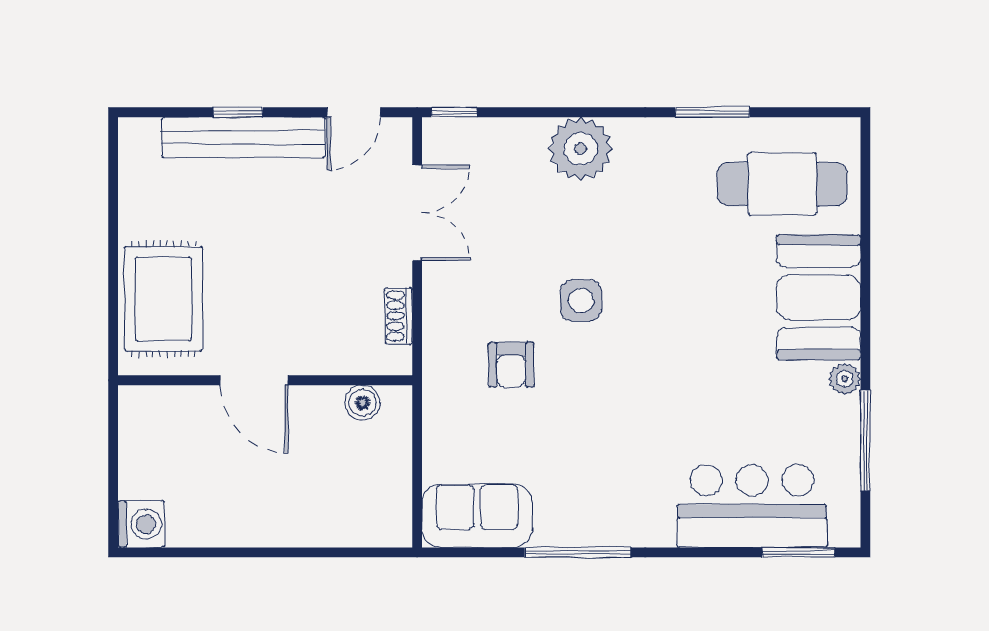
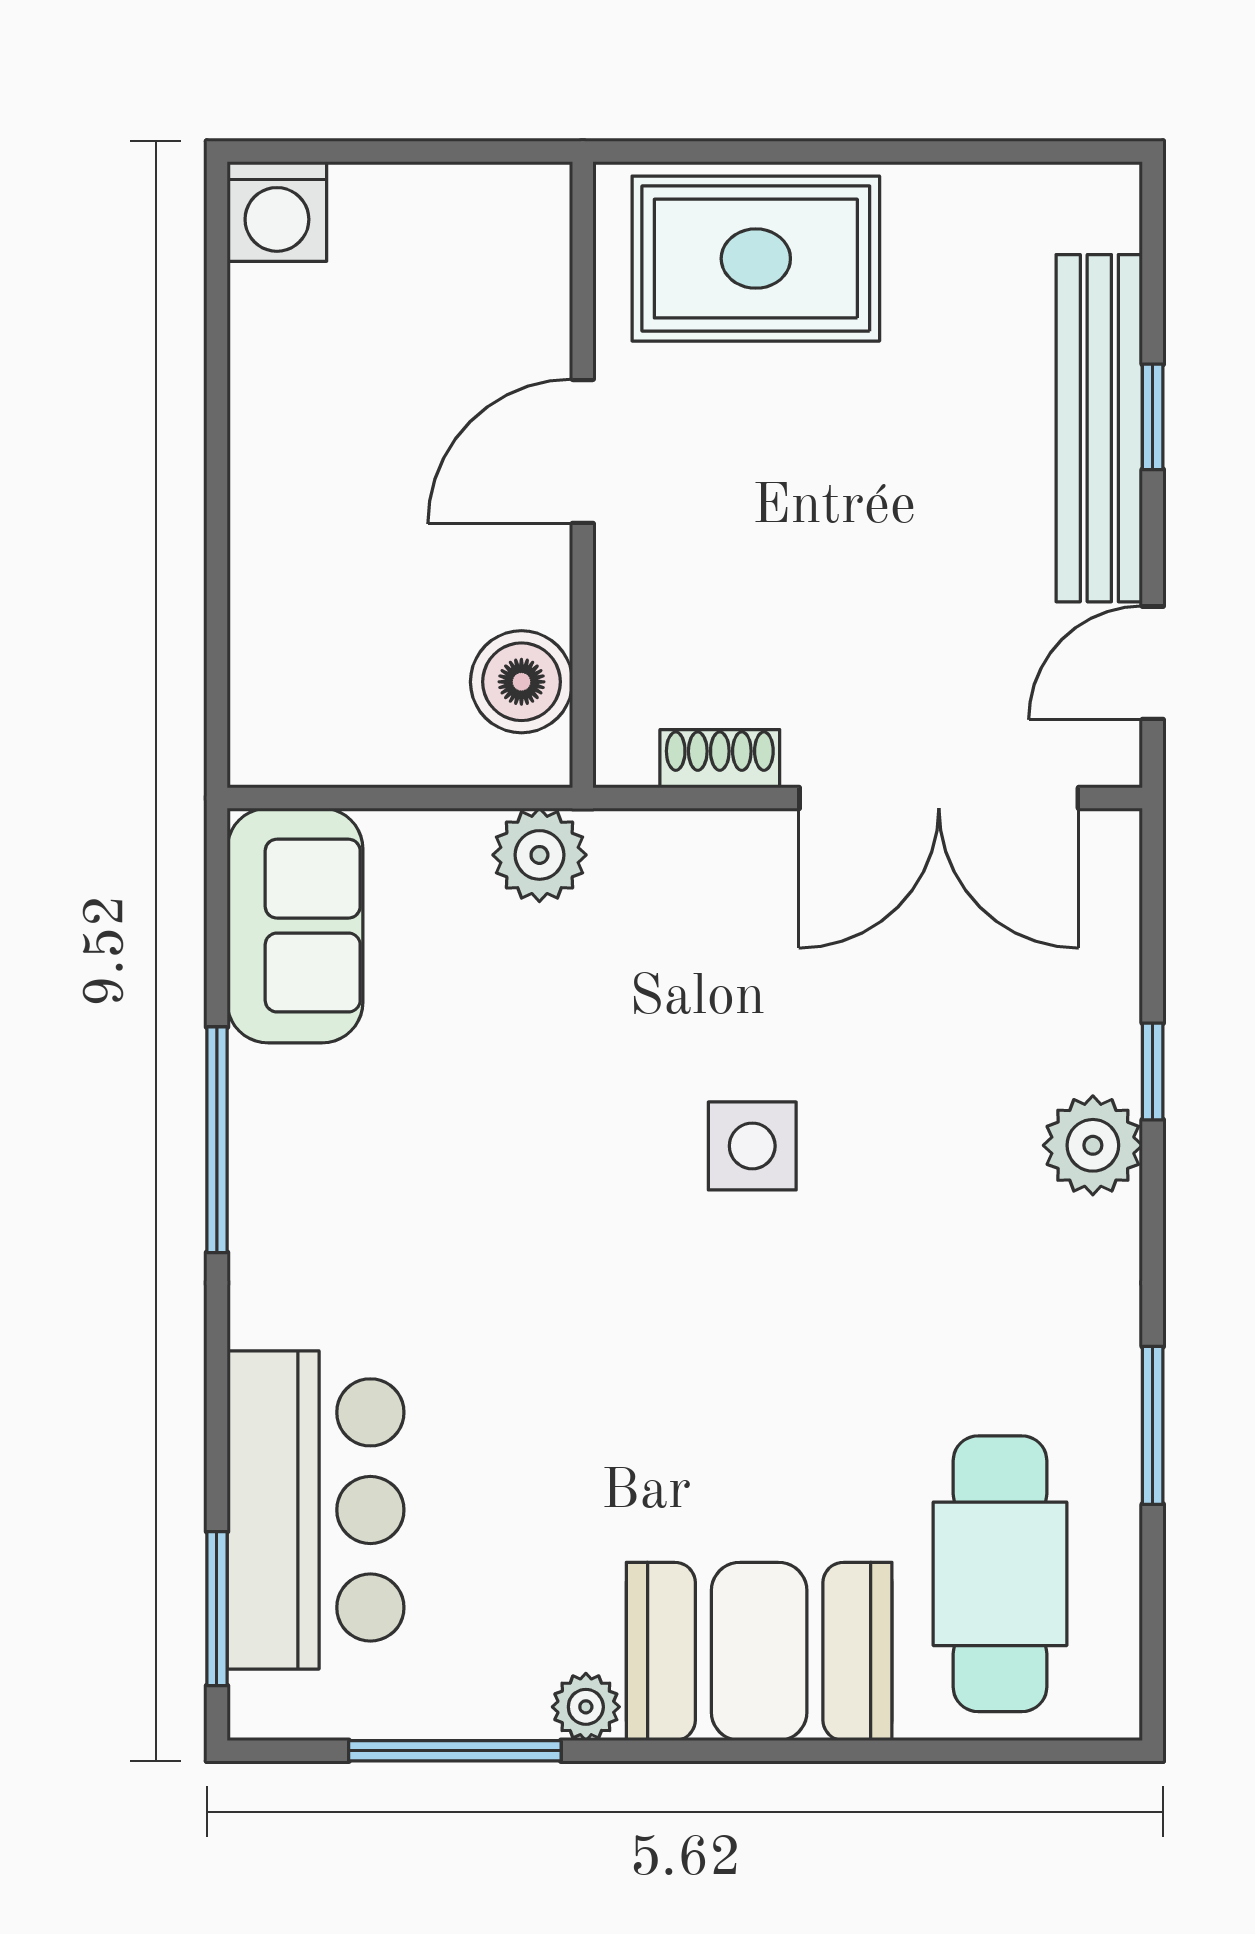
door: (354, 112) -> (1153, 663), hinge flipped
window: (454, 112) -> (1153, 1071), moved
plant: (581, 149) -> (1093, 1145), width x0.73, depth x0.73
double door: (417, 213) -> (939, 798), width x1.37
armchair: (511, 365) -> (616, 998), removed
plant: (444, 401) -> (539, 855), added
boiler: (363, 403) -> (521, 682), width x1.36, depth x1.36

